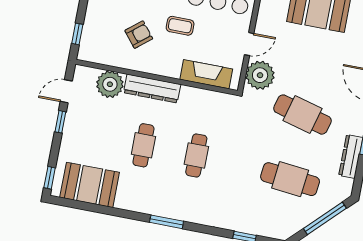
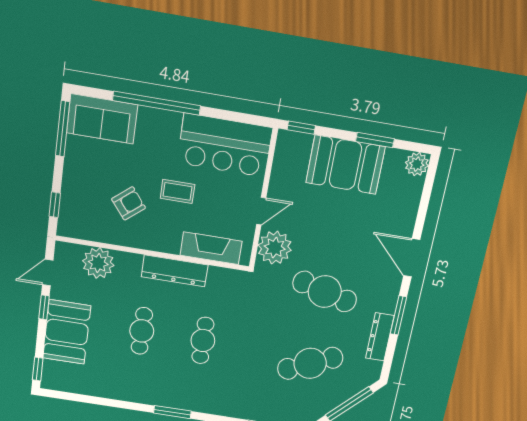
dresser: (152, 88) -> (175, 271), moved
cafe table: (290, 179) -> (310, 363), turned -30
booth: (90, 185) -> (67, 332), moved, turned 90

